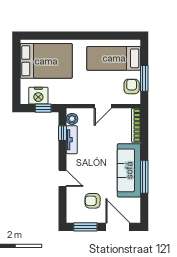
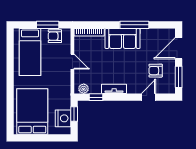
tv unit: (72, 140) -> (114, 89), moved
sofa: (129, 170) -> (123, 39), width x0.73
door: (62, 178) -> (149, 97), moved
armchair: (93, 201) -> (156, 71), turned 89

